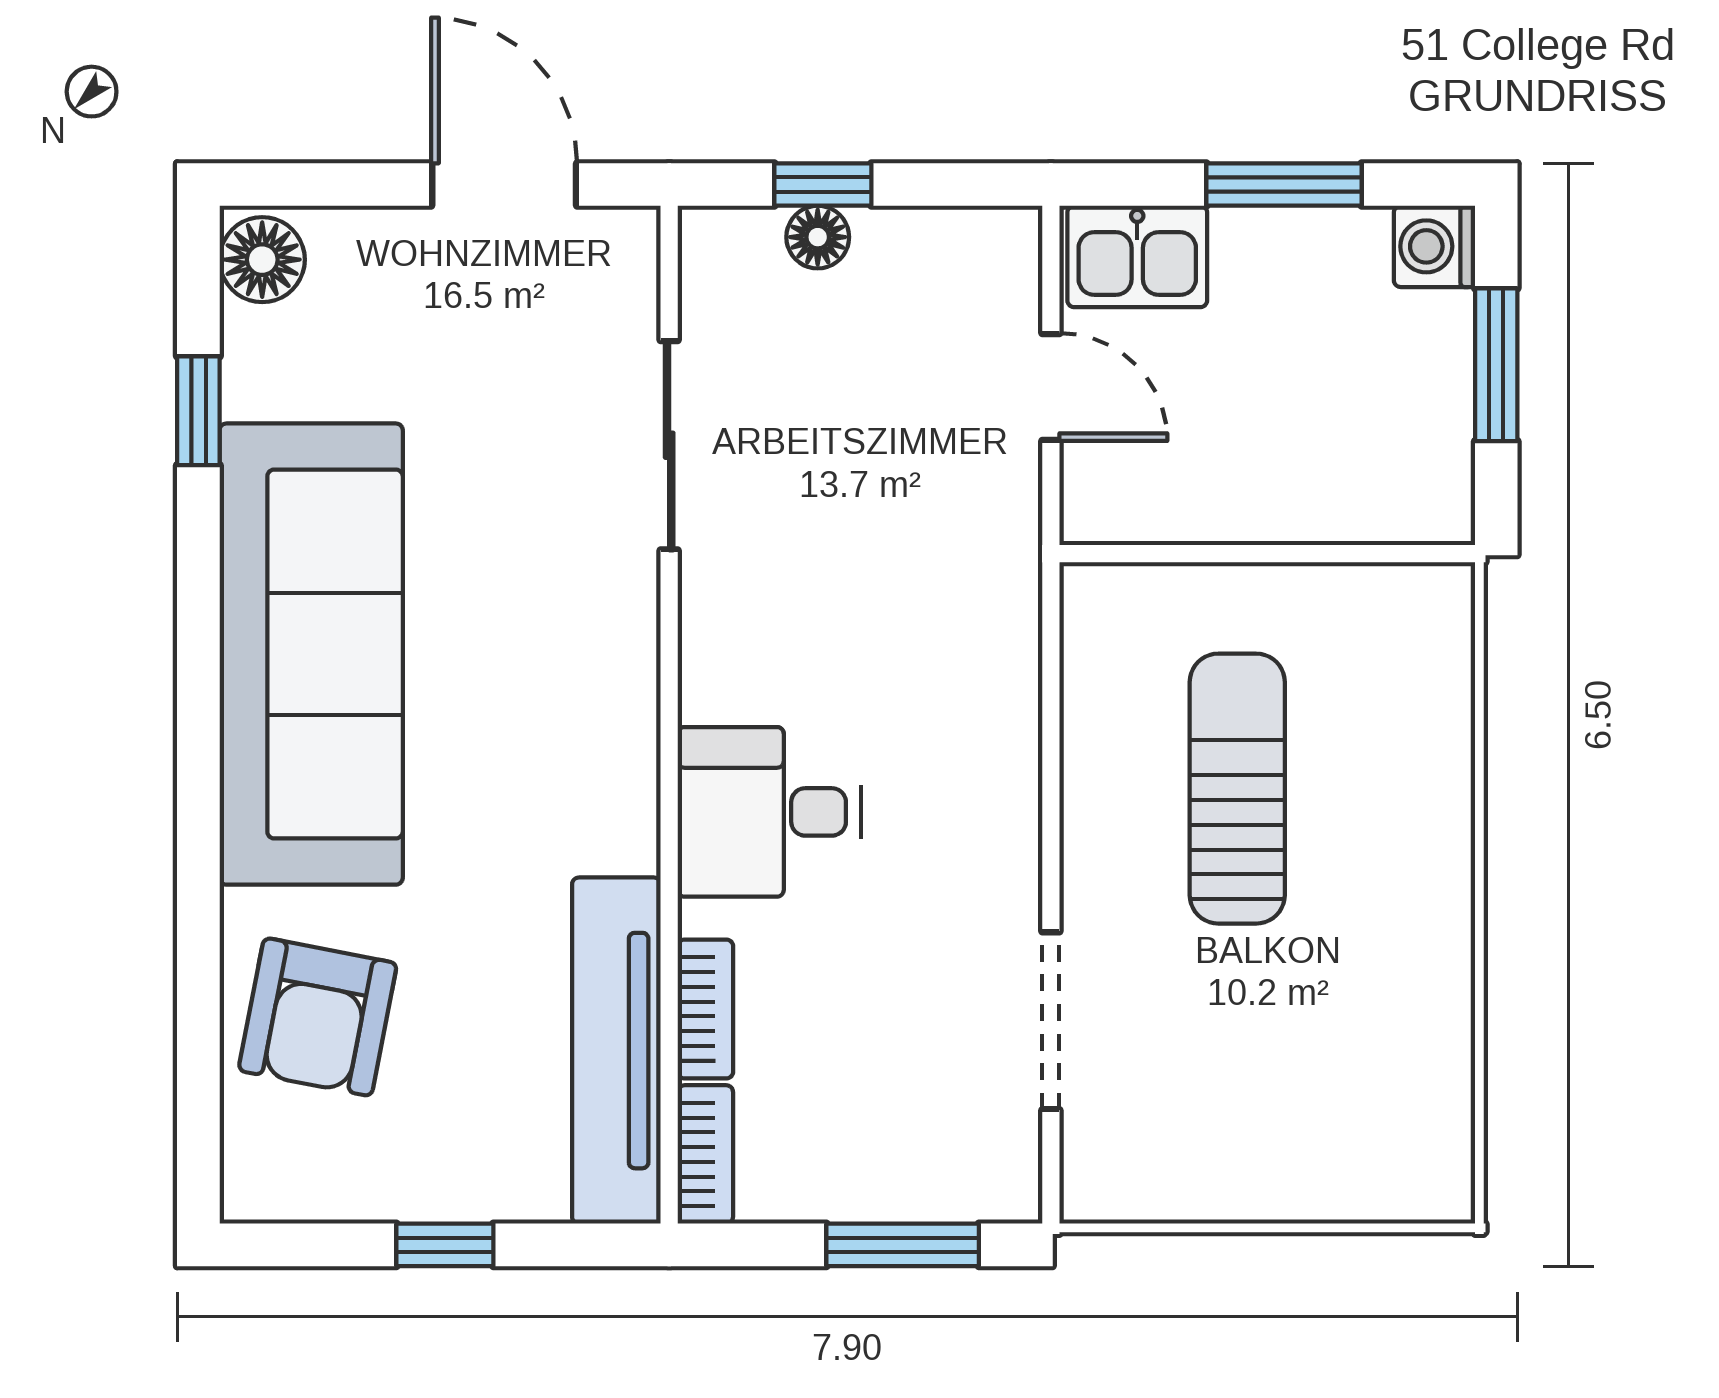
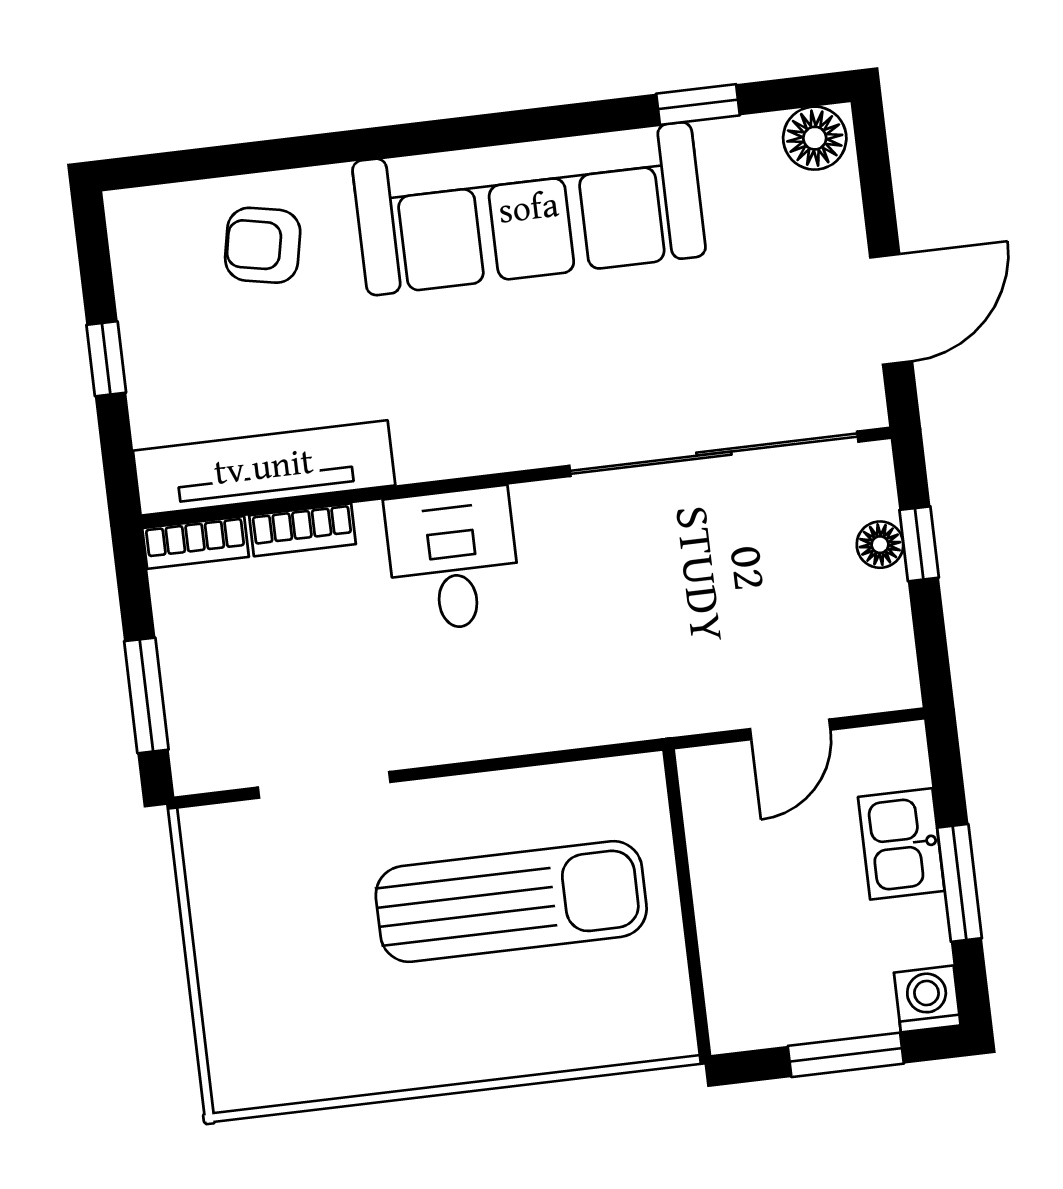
kitchen sink: (1137, 256) -> (901, 844), moved
sliding door: (669, 445) -> (714, 454), width x1.86
sun lounger: (1237, 789) -> (511, 902), width x1.36, depth x1.34
armchair: (318, 1017) -> (263, 245), width x0.72, depth x0.72

